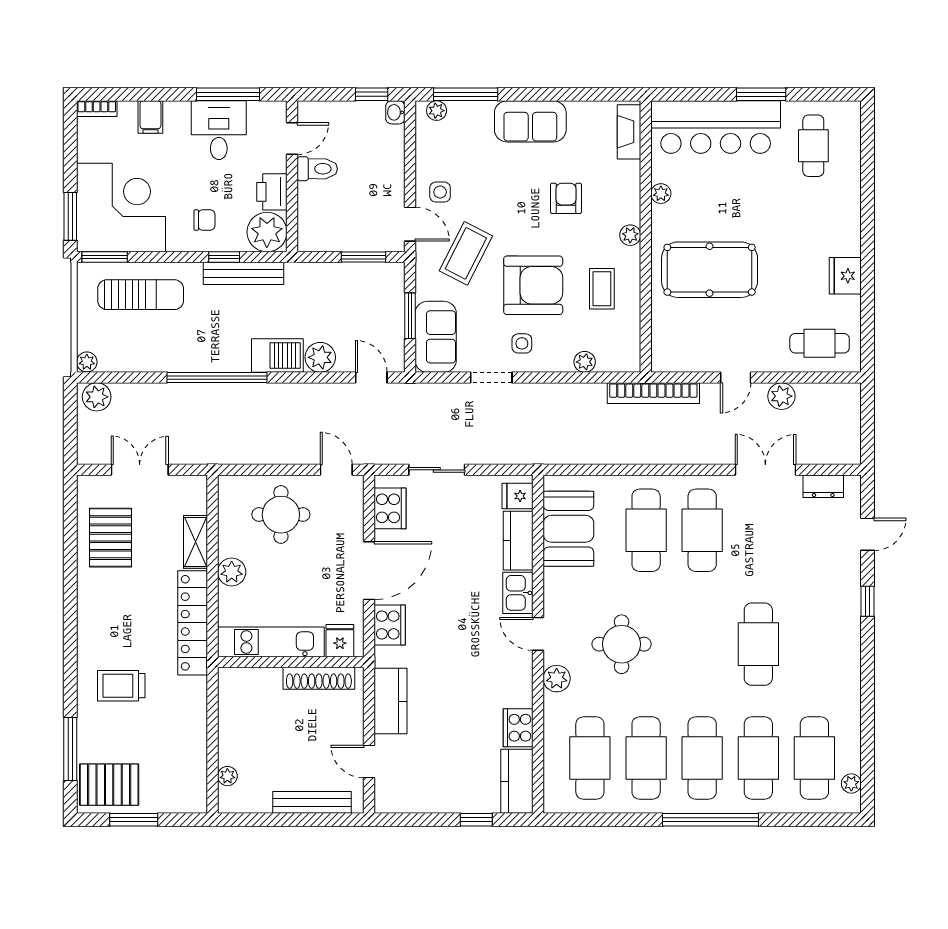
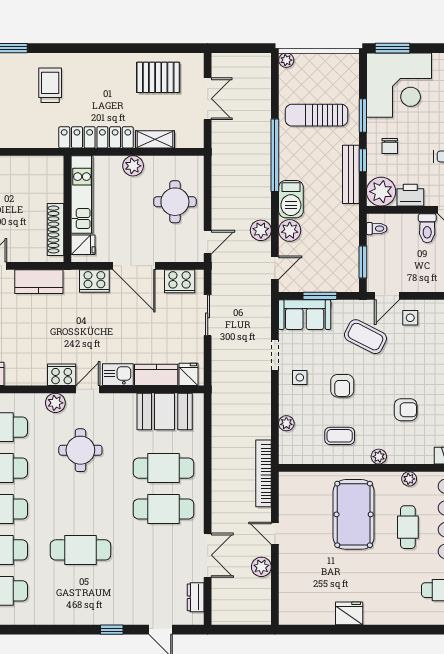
toilet: (318, 238) -> (377, 229), added
window: (105, 257) -> (363, 115), moved
armchair: (533, 285) -> (342, 386), width x0.53, depth x0.53
sun lounger: (141, 295) -> (316, 115), moved, turned 90
cafe table: (820, 343) -> (408, 527), moved
plant: (97, 397) -> (261, 230), moved
cooker: (518, 728) -> (62, 375), moved

